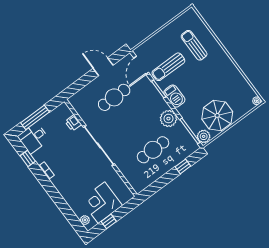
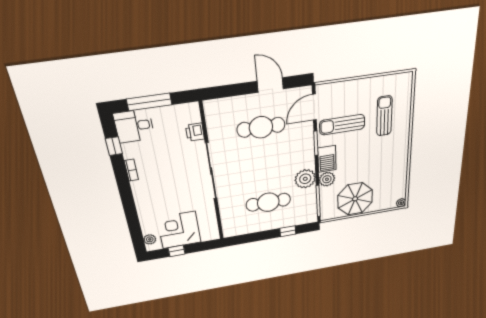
plant: (204, 136) -> (327, 179), moved

